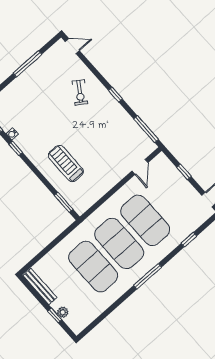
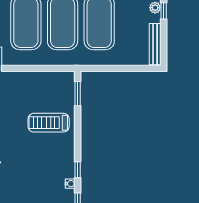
treadmill: (66, 164) -> (49, 123), turned 90

